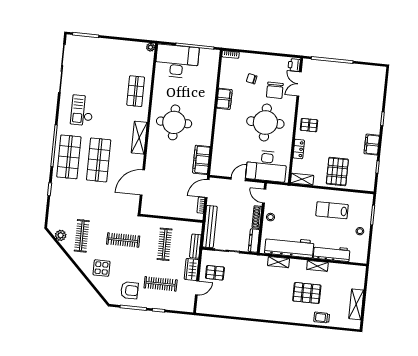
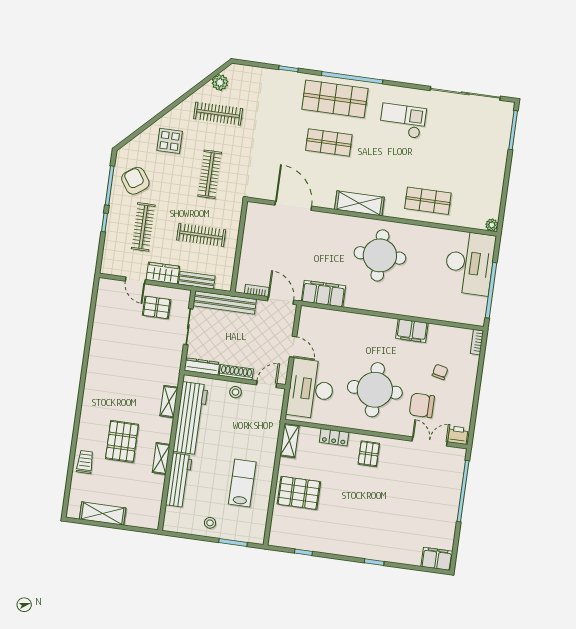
filing cabinet: (372, 145) -> (437, 559), moved
shop shelf: (99, 160) -> (329, 143), width x0.70, depth x0.74
pallet: (215, 273) -> (157, 307), turned 90
armchair: (129, 290) -> (135, 181), turned 145

